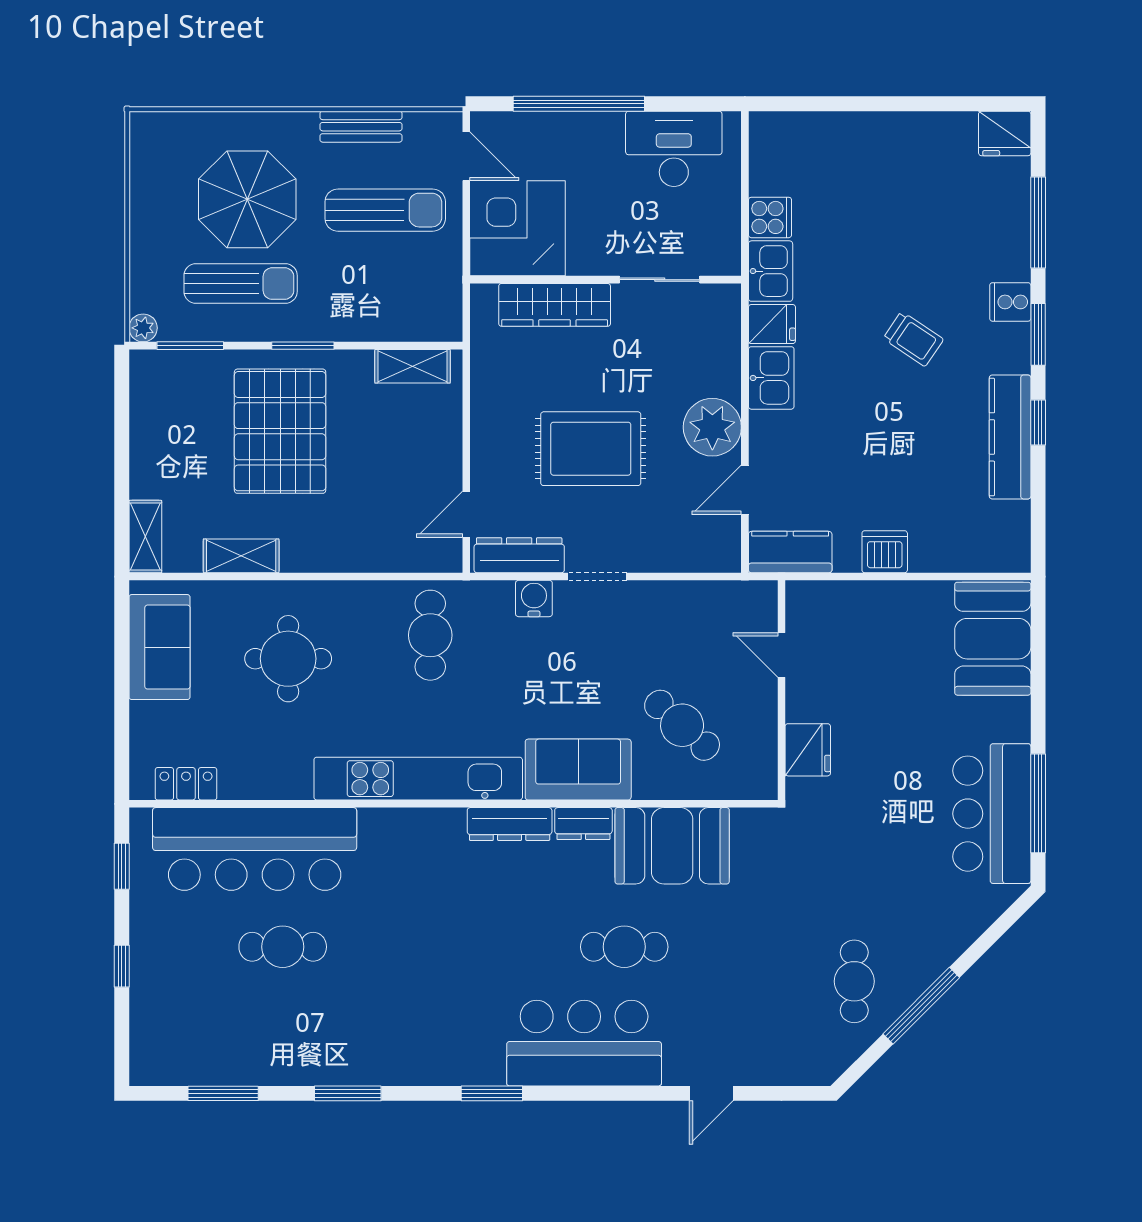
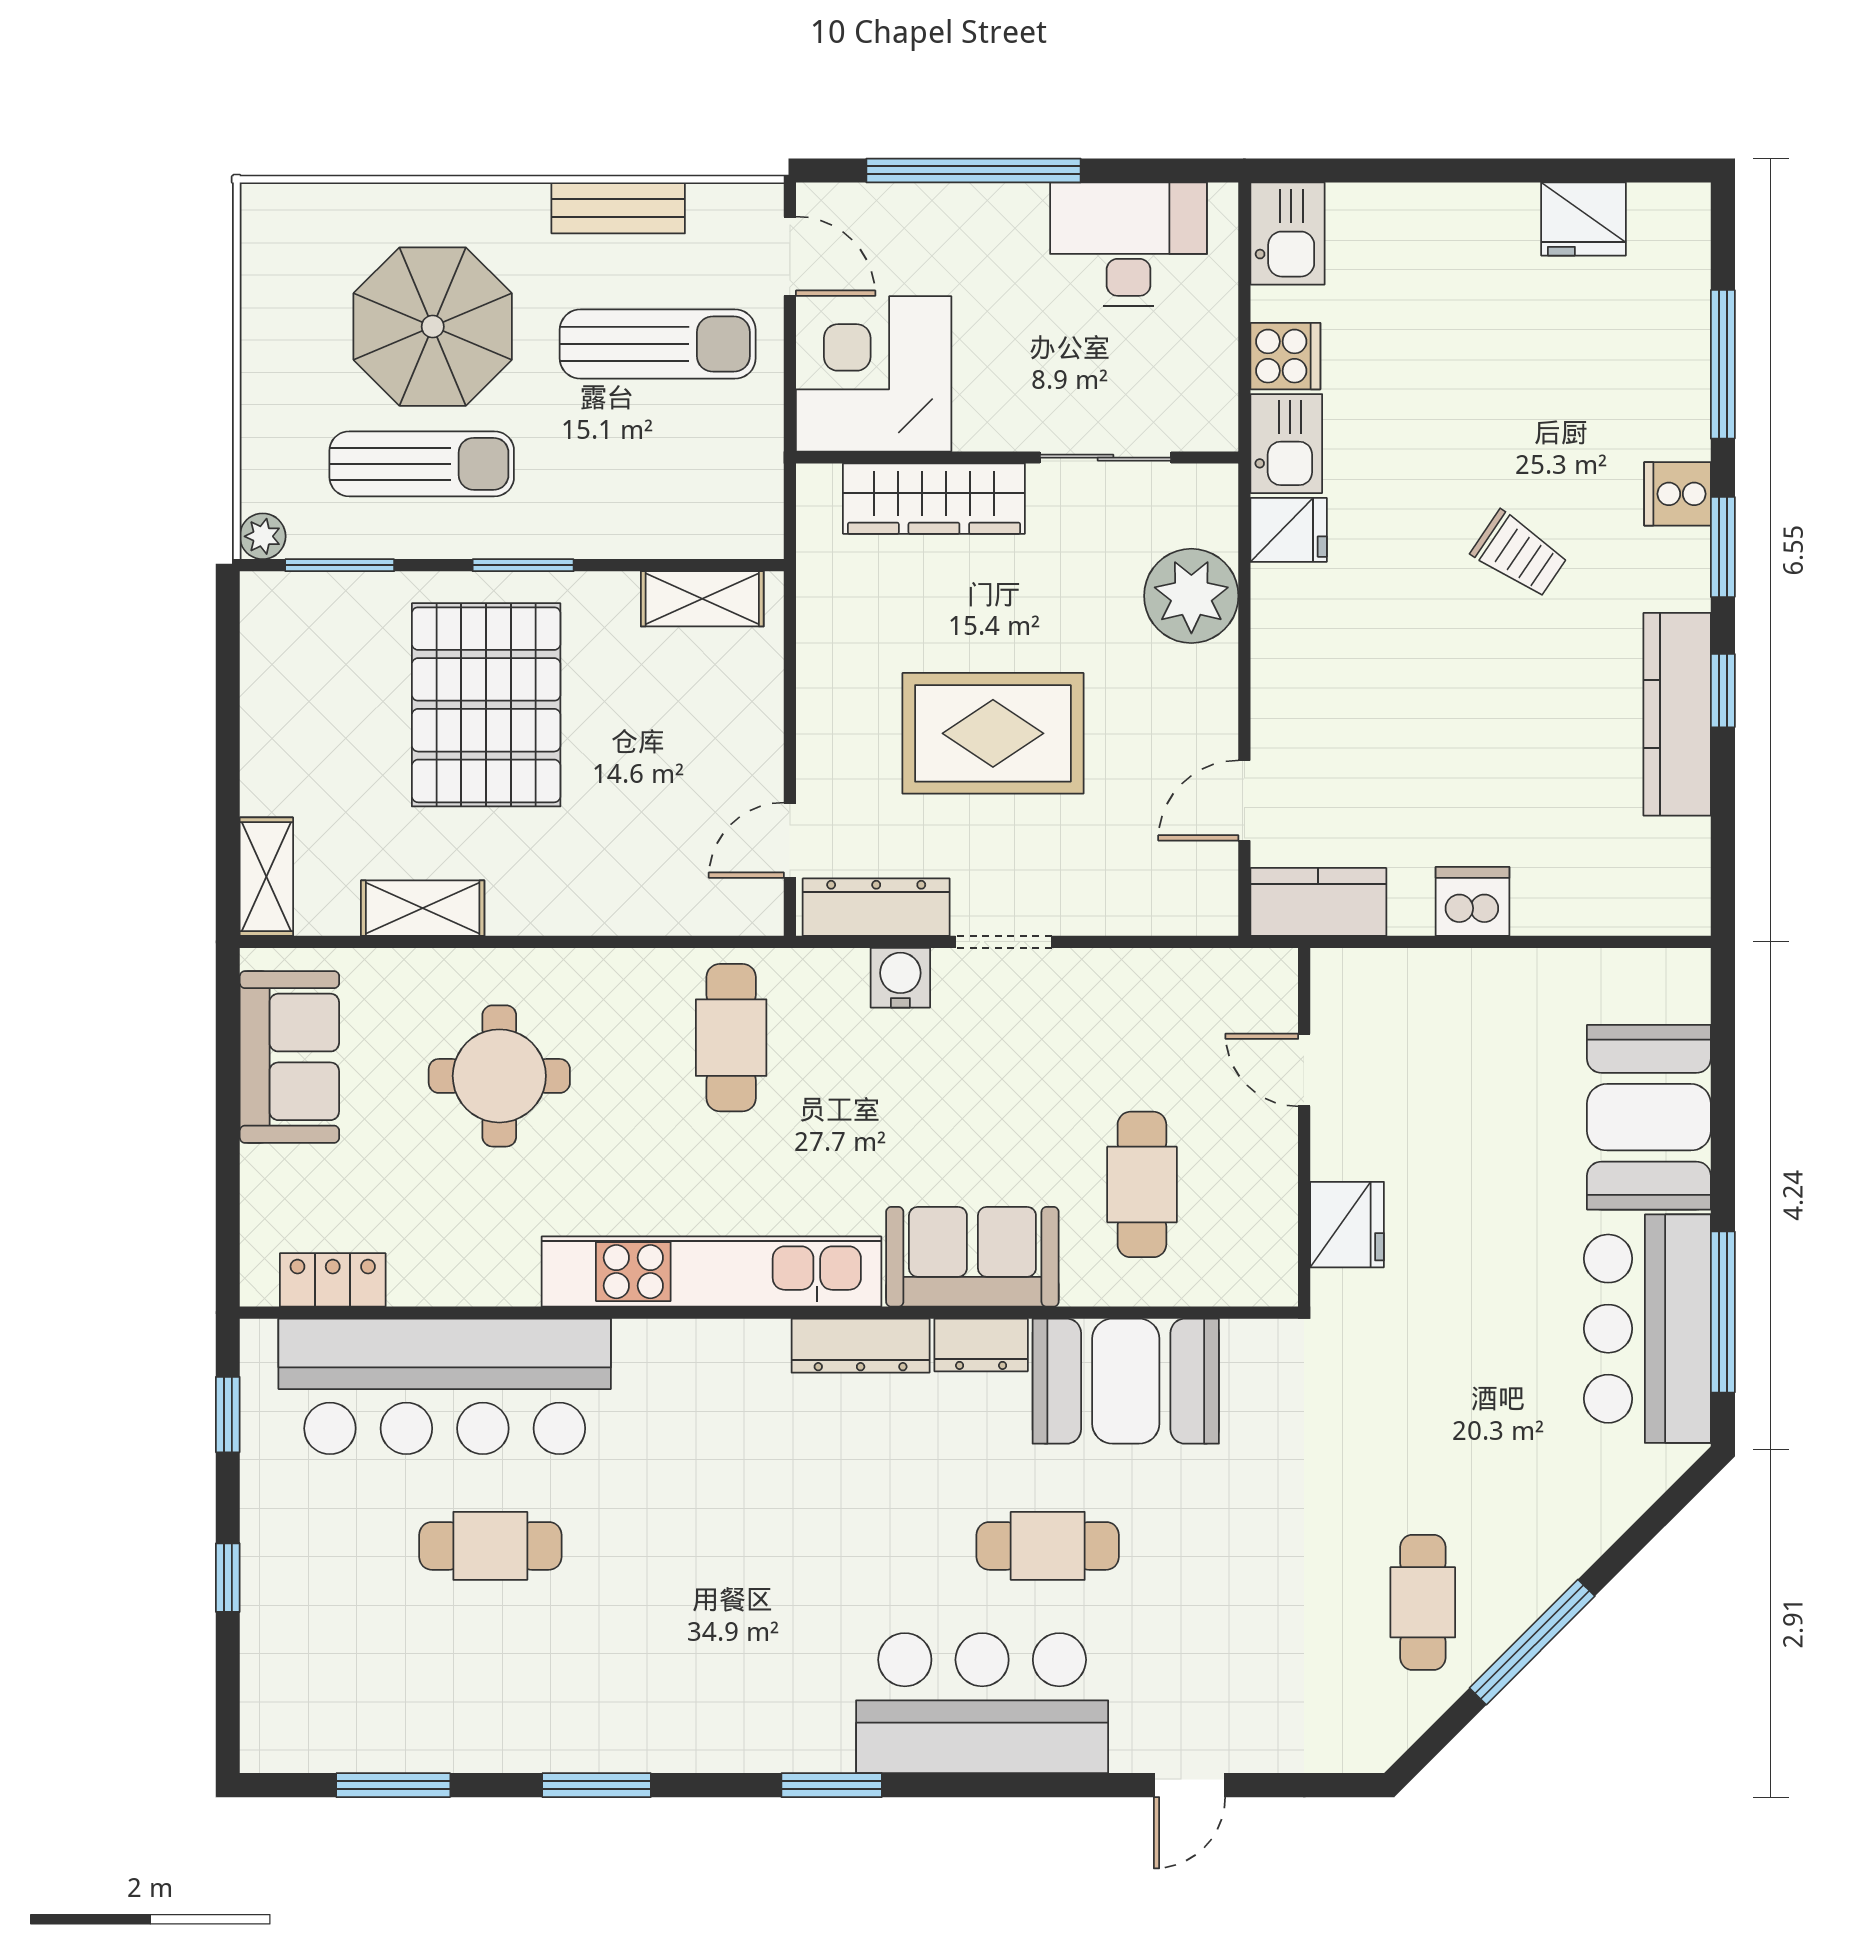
fridge: (1005, 133) -> (1583, 219), moved
kitchen sink: (771, 378) -> (1287, 234), moved
plant: (712, 427) -> (1191, 596), moved
booth: (993, 639) -> (1649, 1117), moved
cafe table: (682, 725) -> (1142, 1184), turned 48

